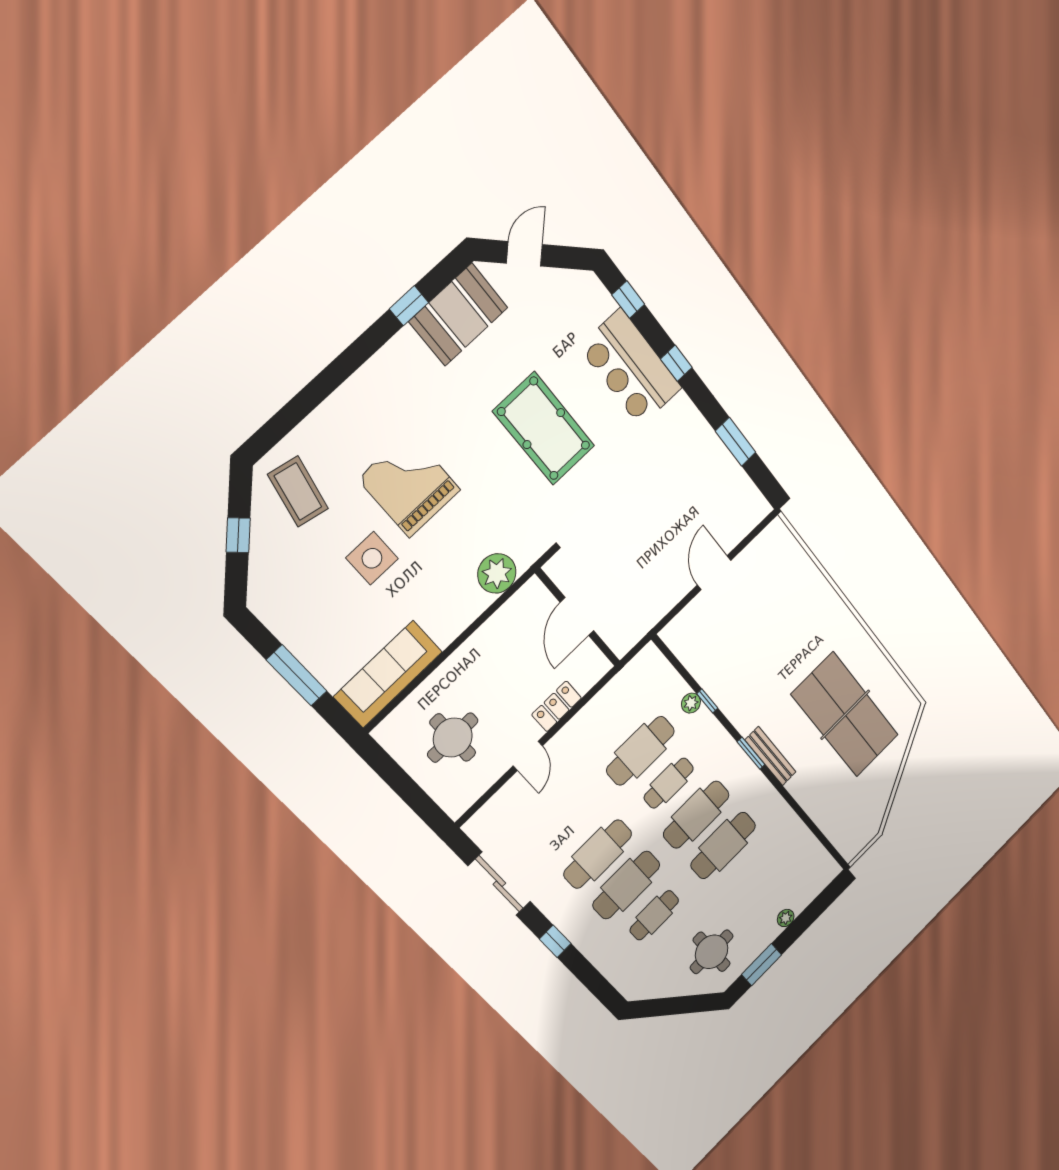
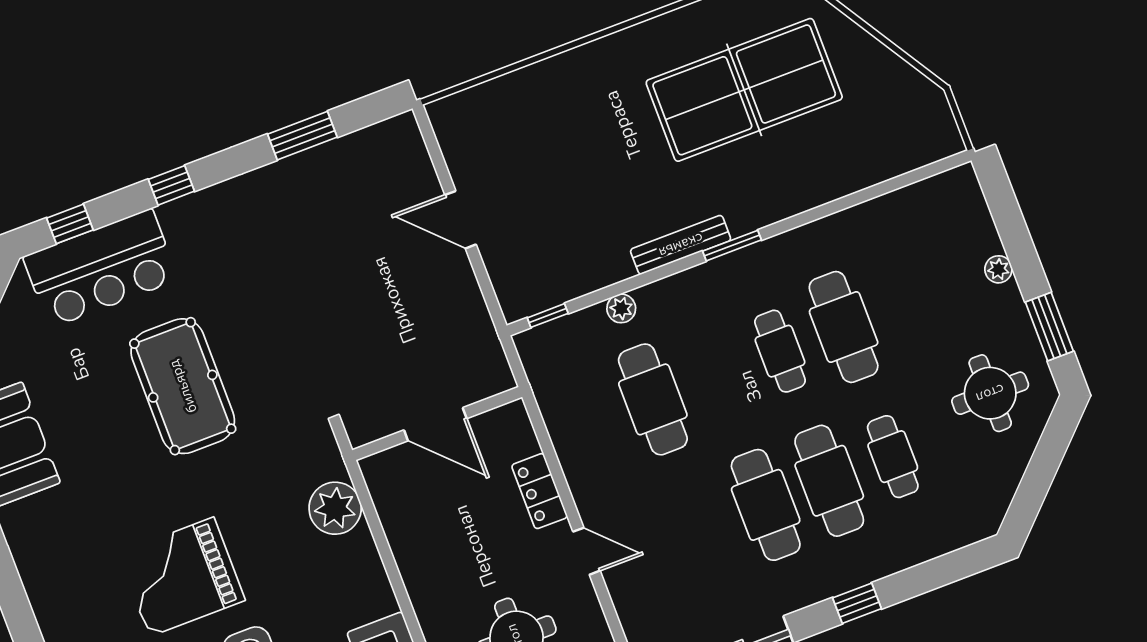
bar counter: (631, 368) -> (101, 268), moved
pool table: (544, 429) -> (183, 386), turned 90
window: (707, 701) -> (548, 316), moved
bench: (771, 756) -> (681, 245), moved
cafe table: (669, 783) -> (716, 375), removed
cafe table: (696, 815) -> (780, 351), width x0.73, depth x0.74

